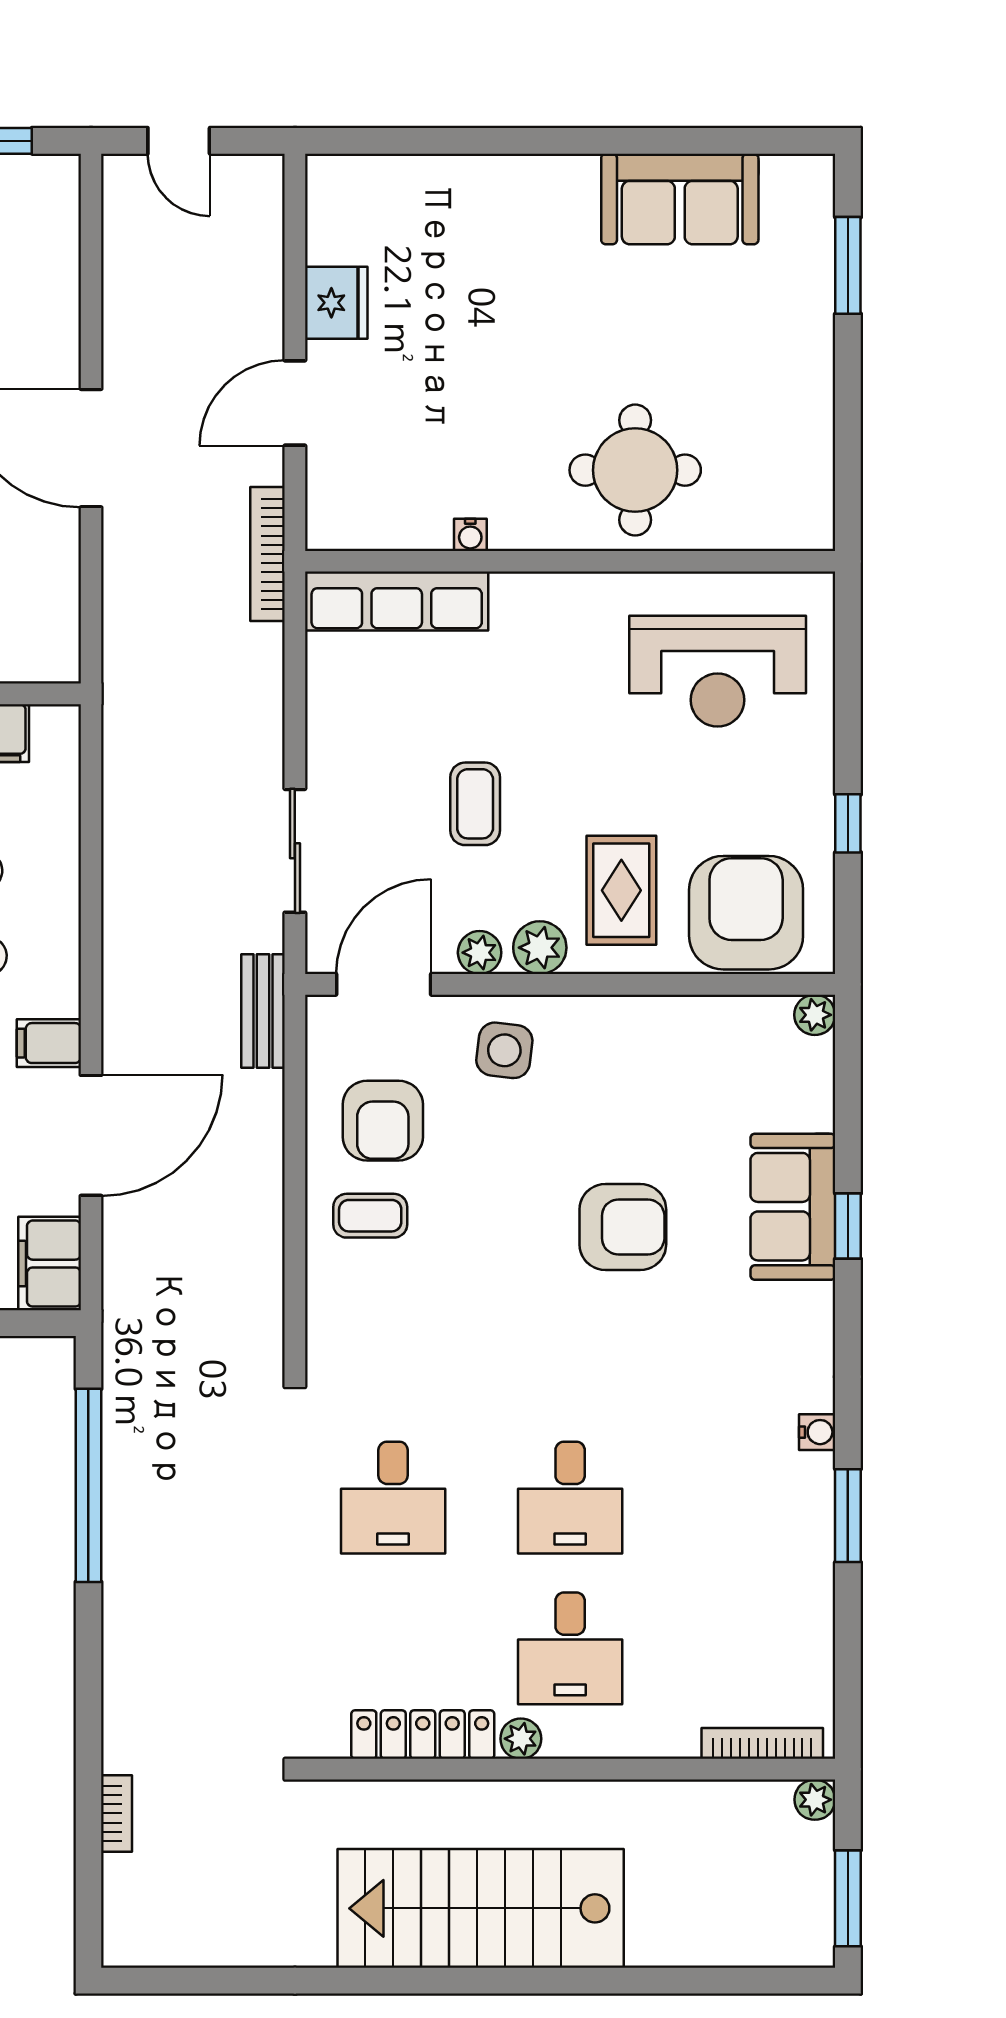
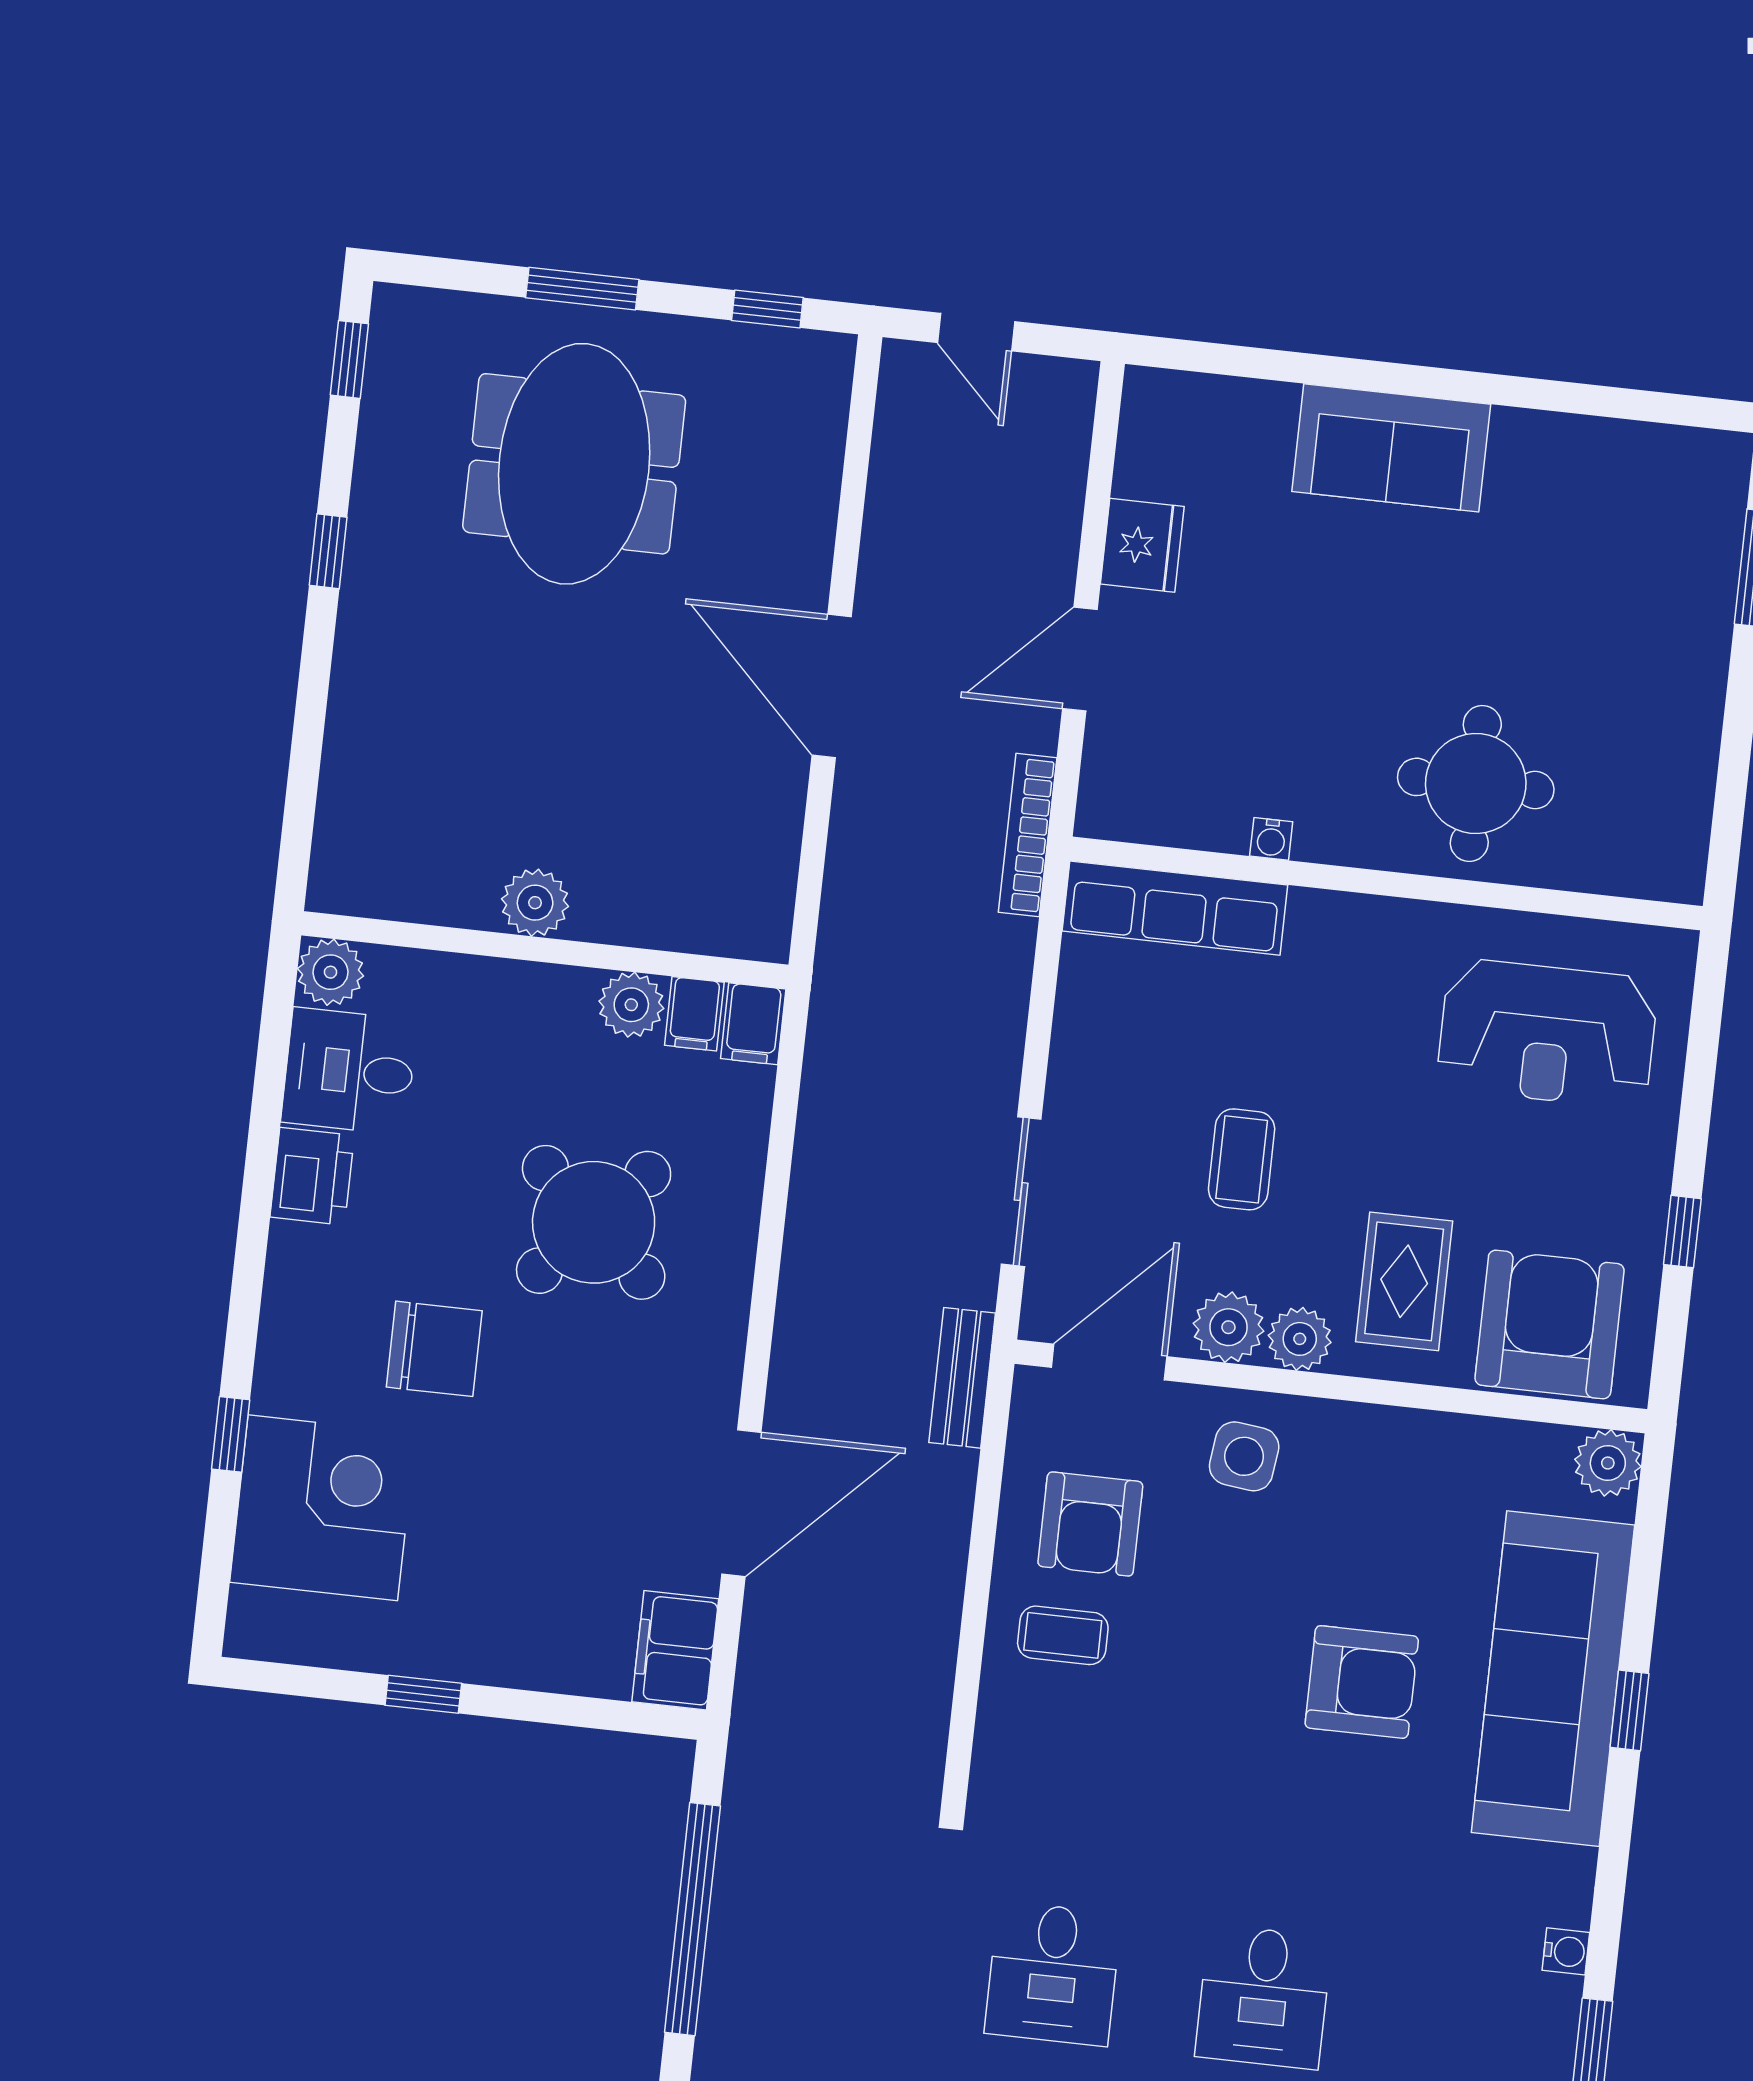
sofa: (680, 199) -> (1391, 448), moved
plant: (480, 953) -> (1228, 1327), width x1.38, depth x1.38
plant: (815, 1015) -> (1608, 1463), width x1.38, depth x1.38
filing cabinet: (49, 1043) -> (753, 1024), moved, turned -90
sofa: (793, 1207) -> (1553, 1679), width x1.85, depth x1.27

